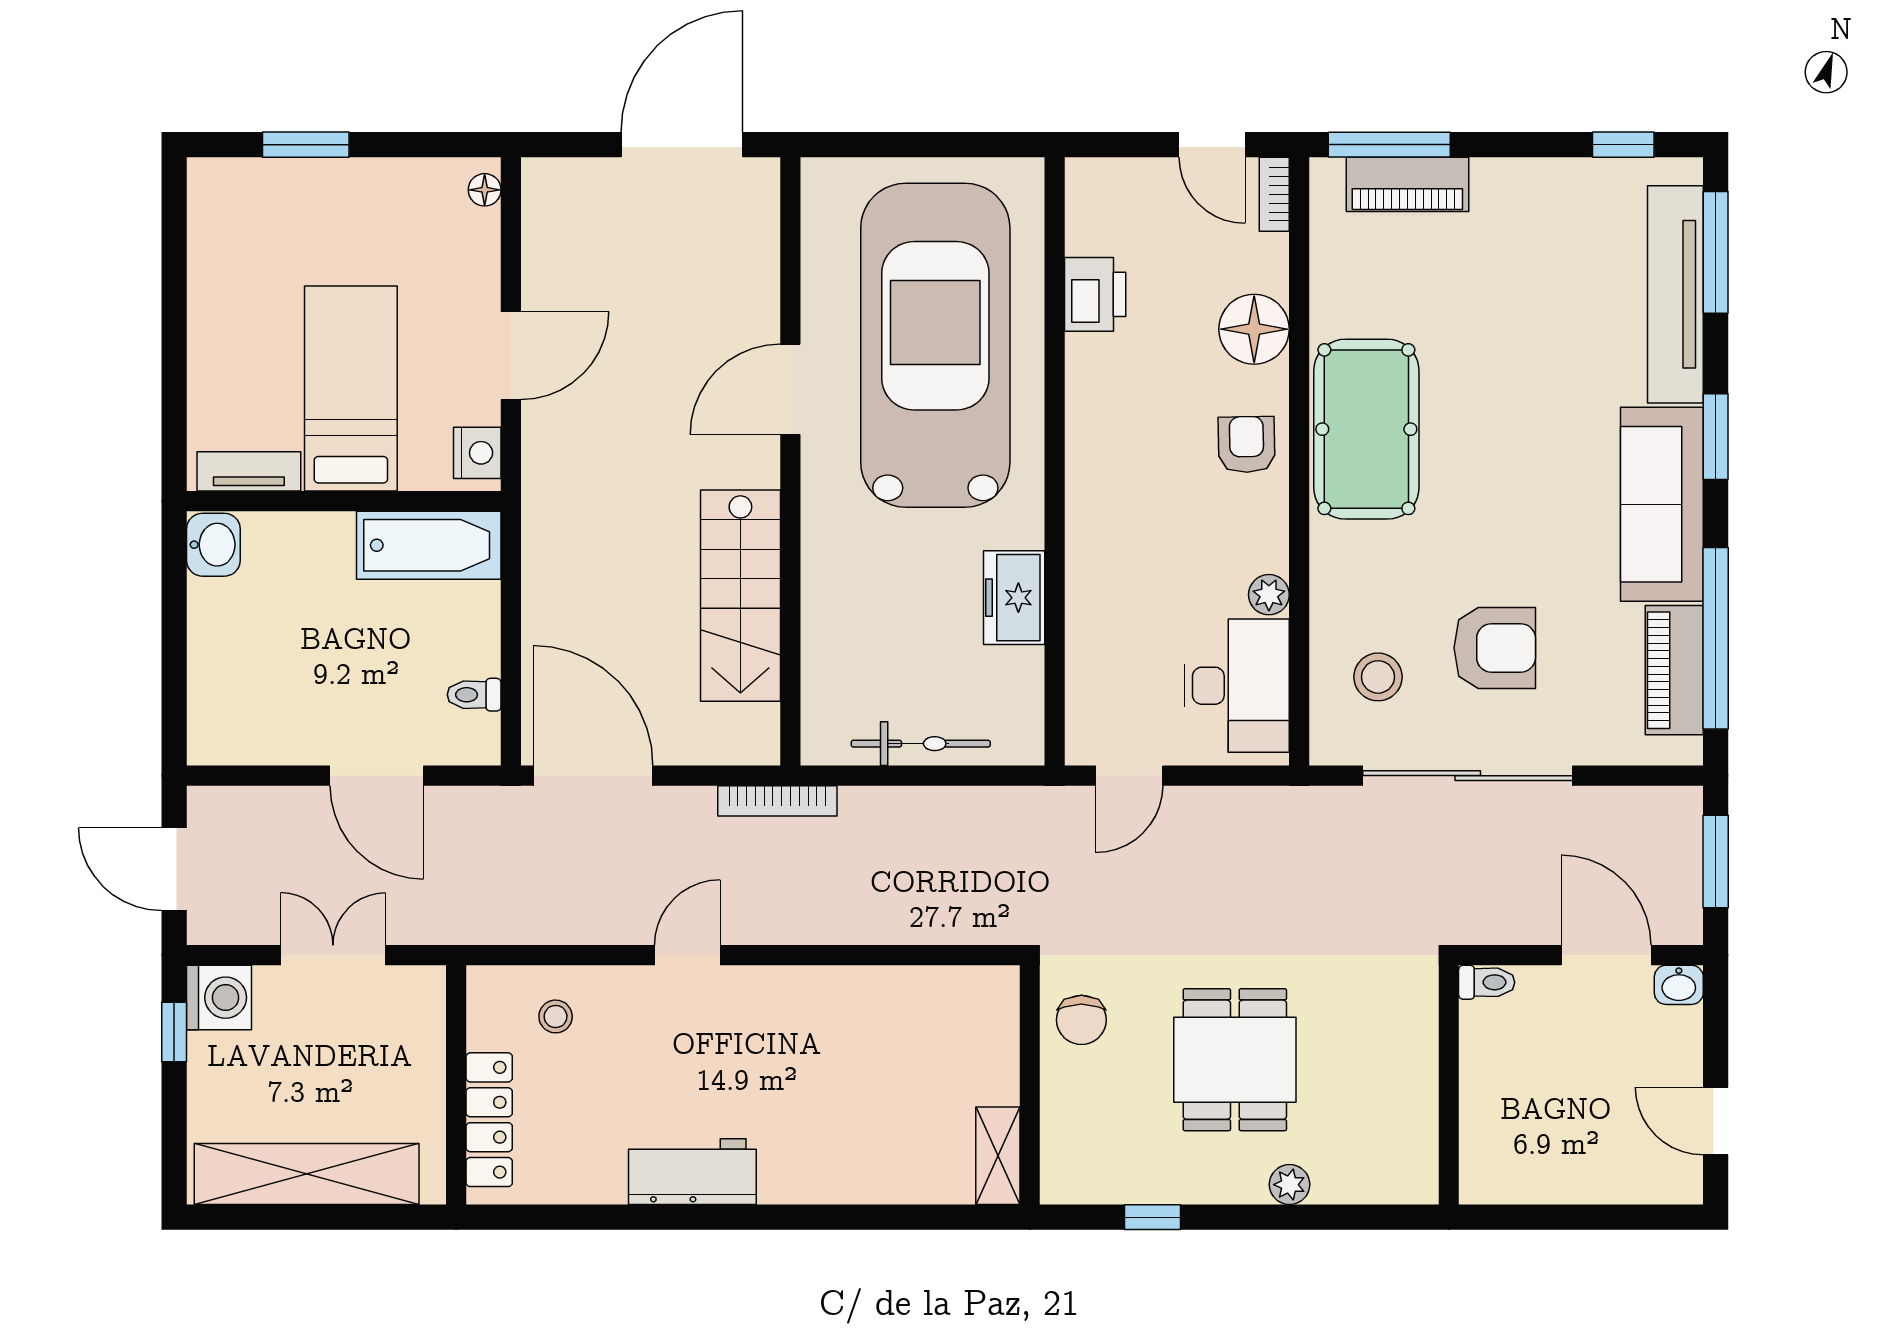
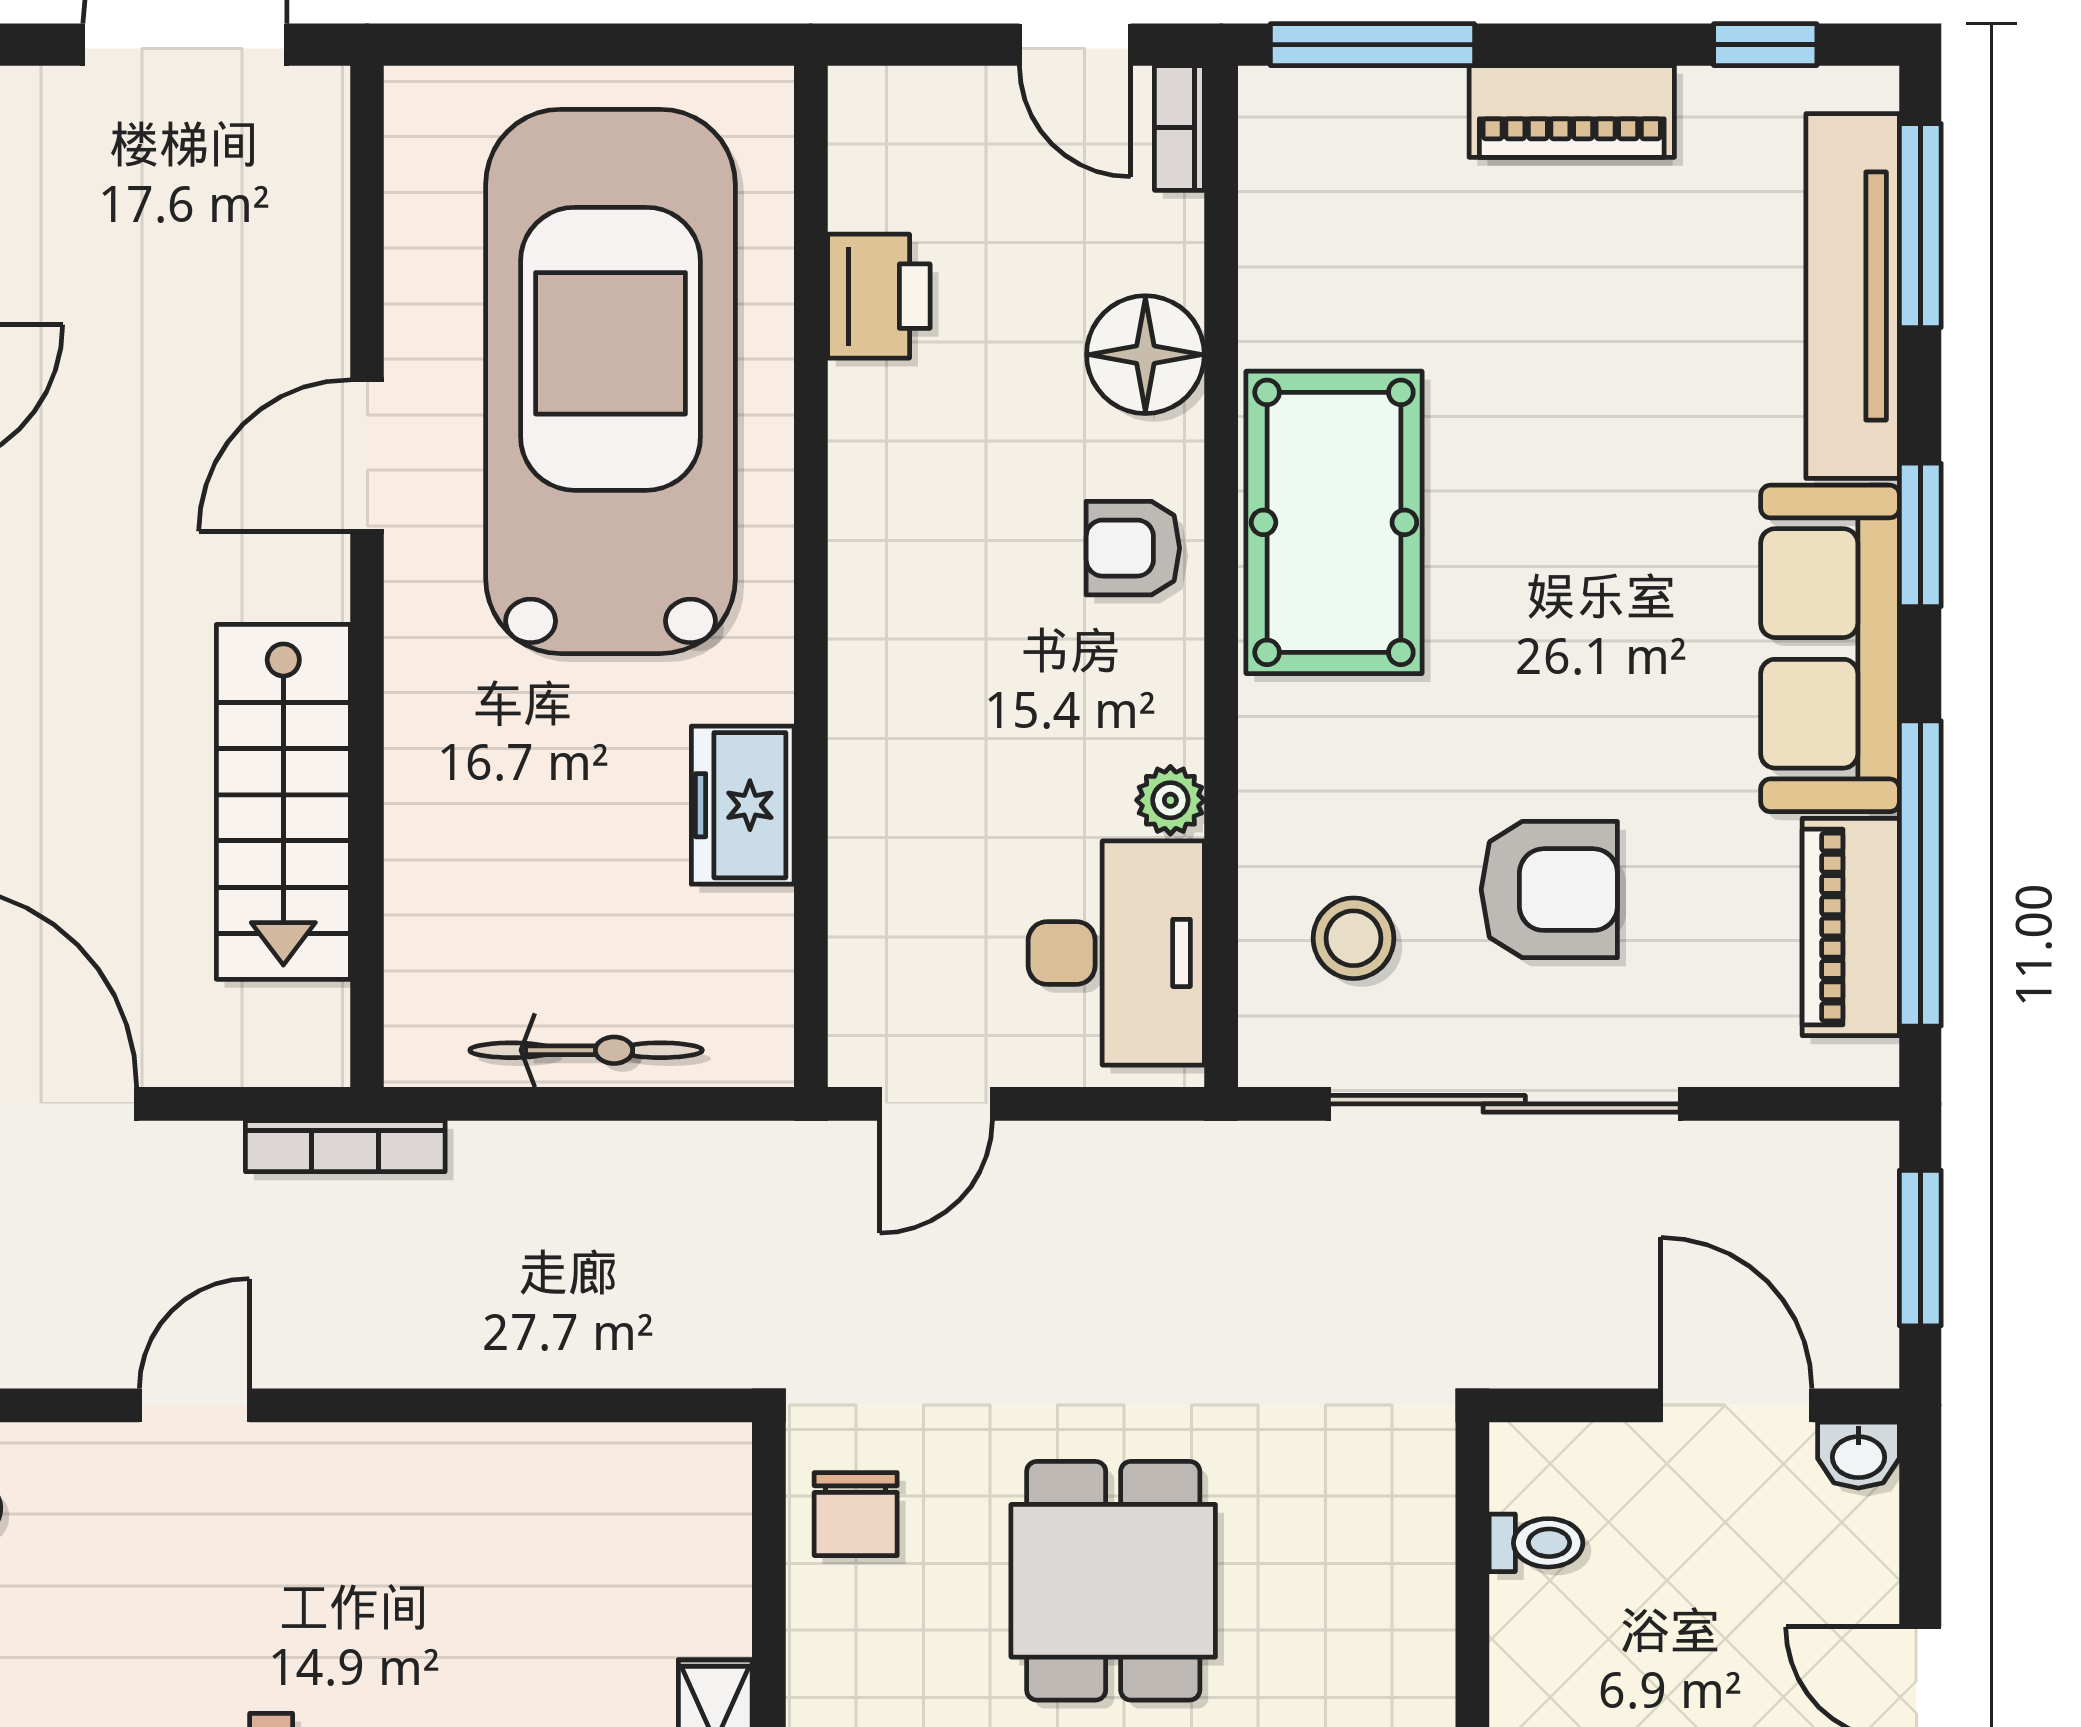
piano: (1407, 184) -> (1572, 111), moved
armchair: (1247, 444) -> (1133, 548), turned -89
toilet: (1487, 982) -> (1536, 1543), moved

